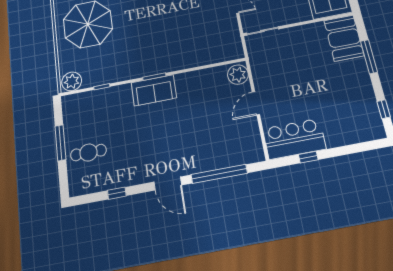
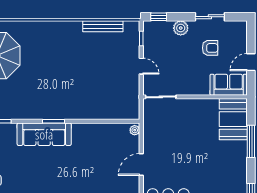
plant: (238, 75) -> (135, 130), width x0.53, depth x0.53
sofa: (154, 90) -> (44, 134), width x1.36

